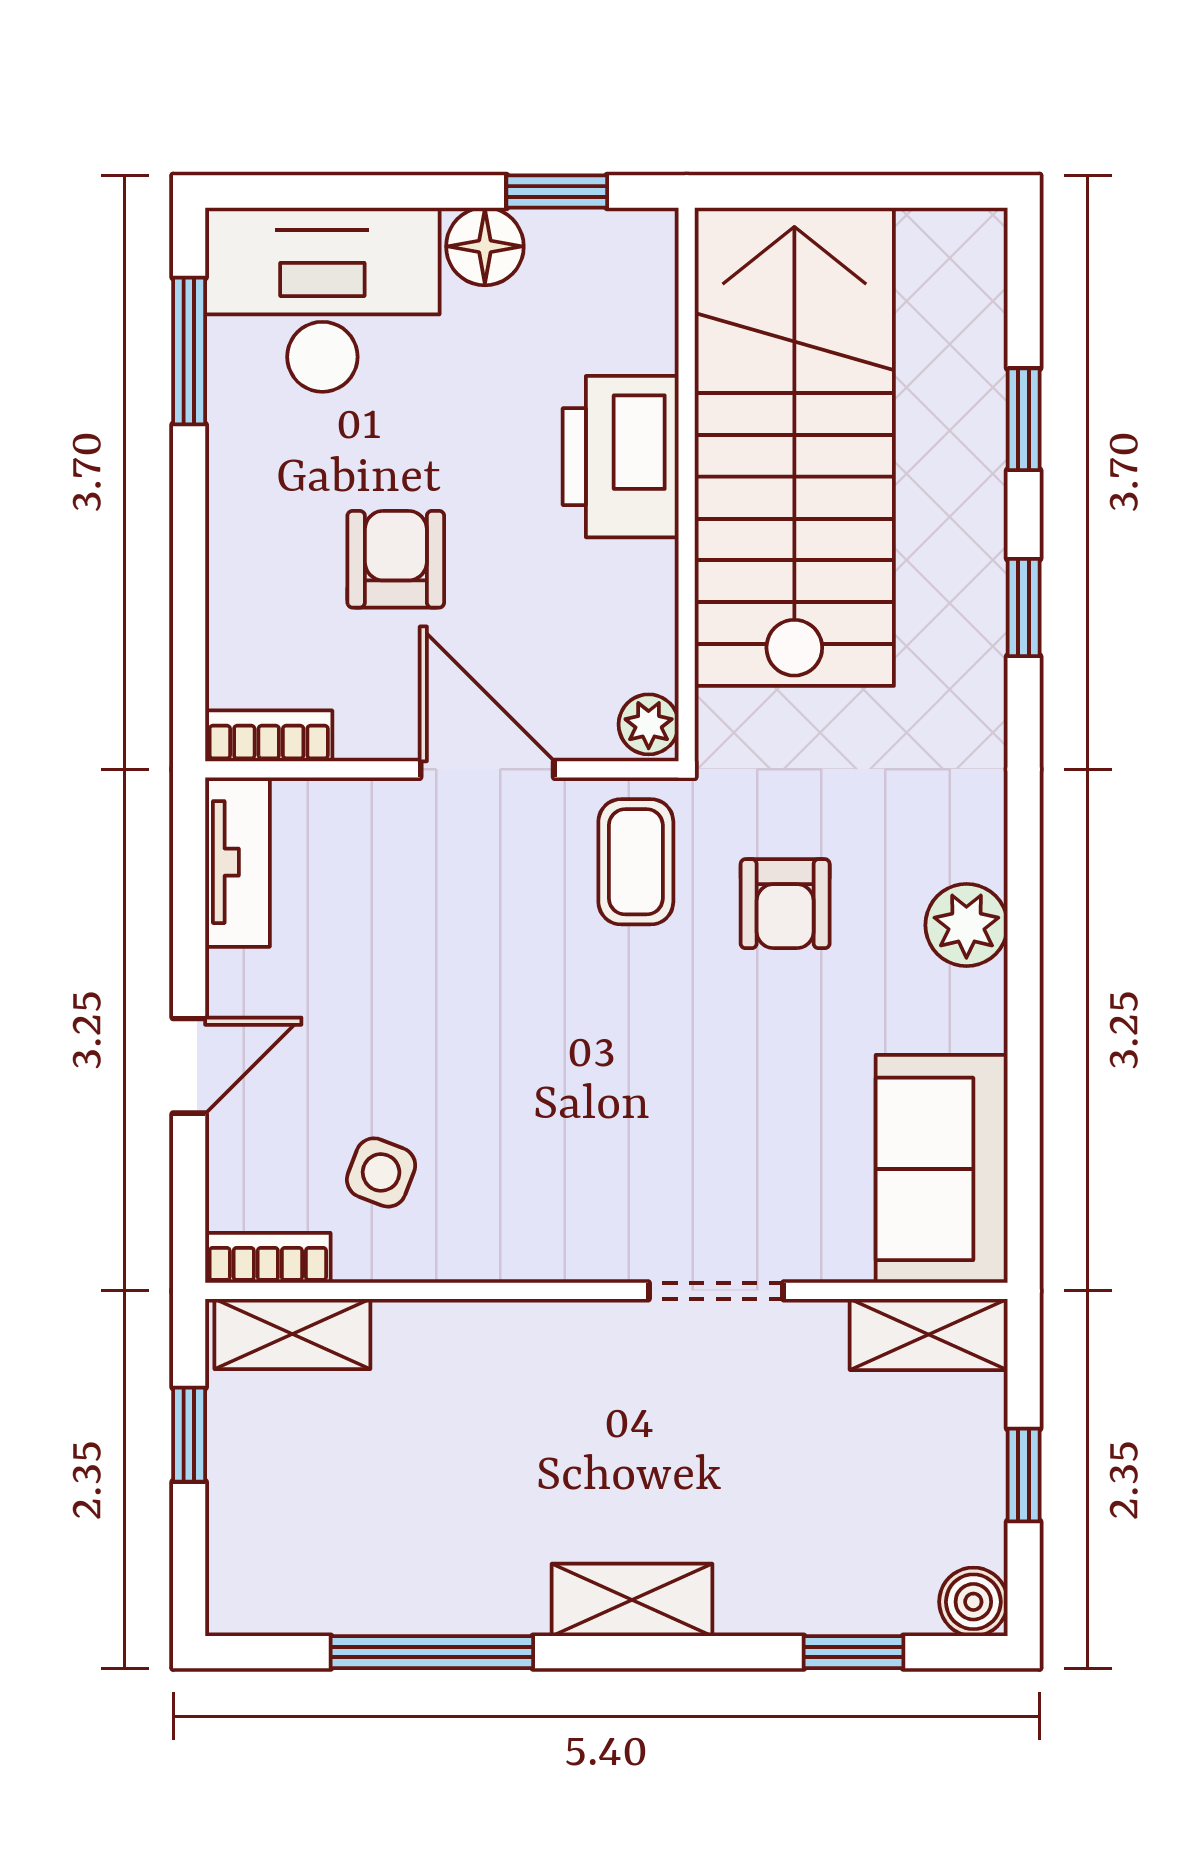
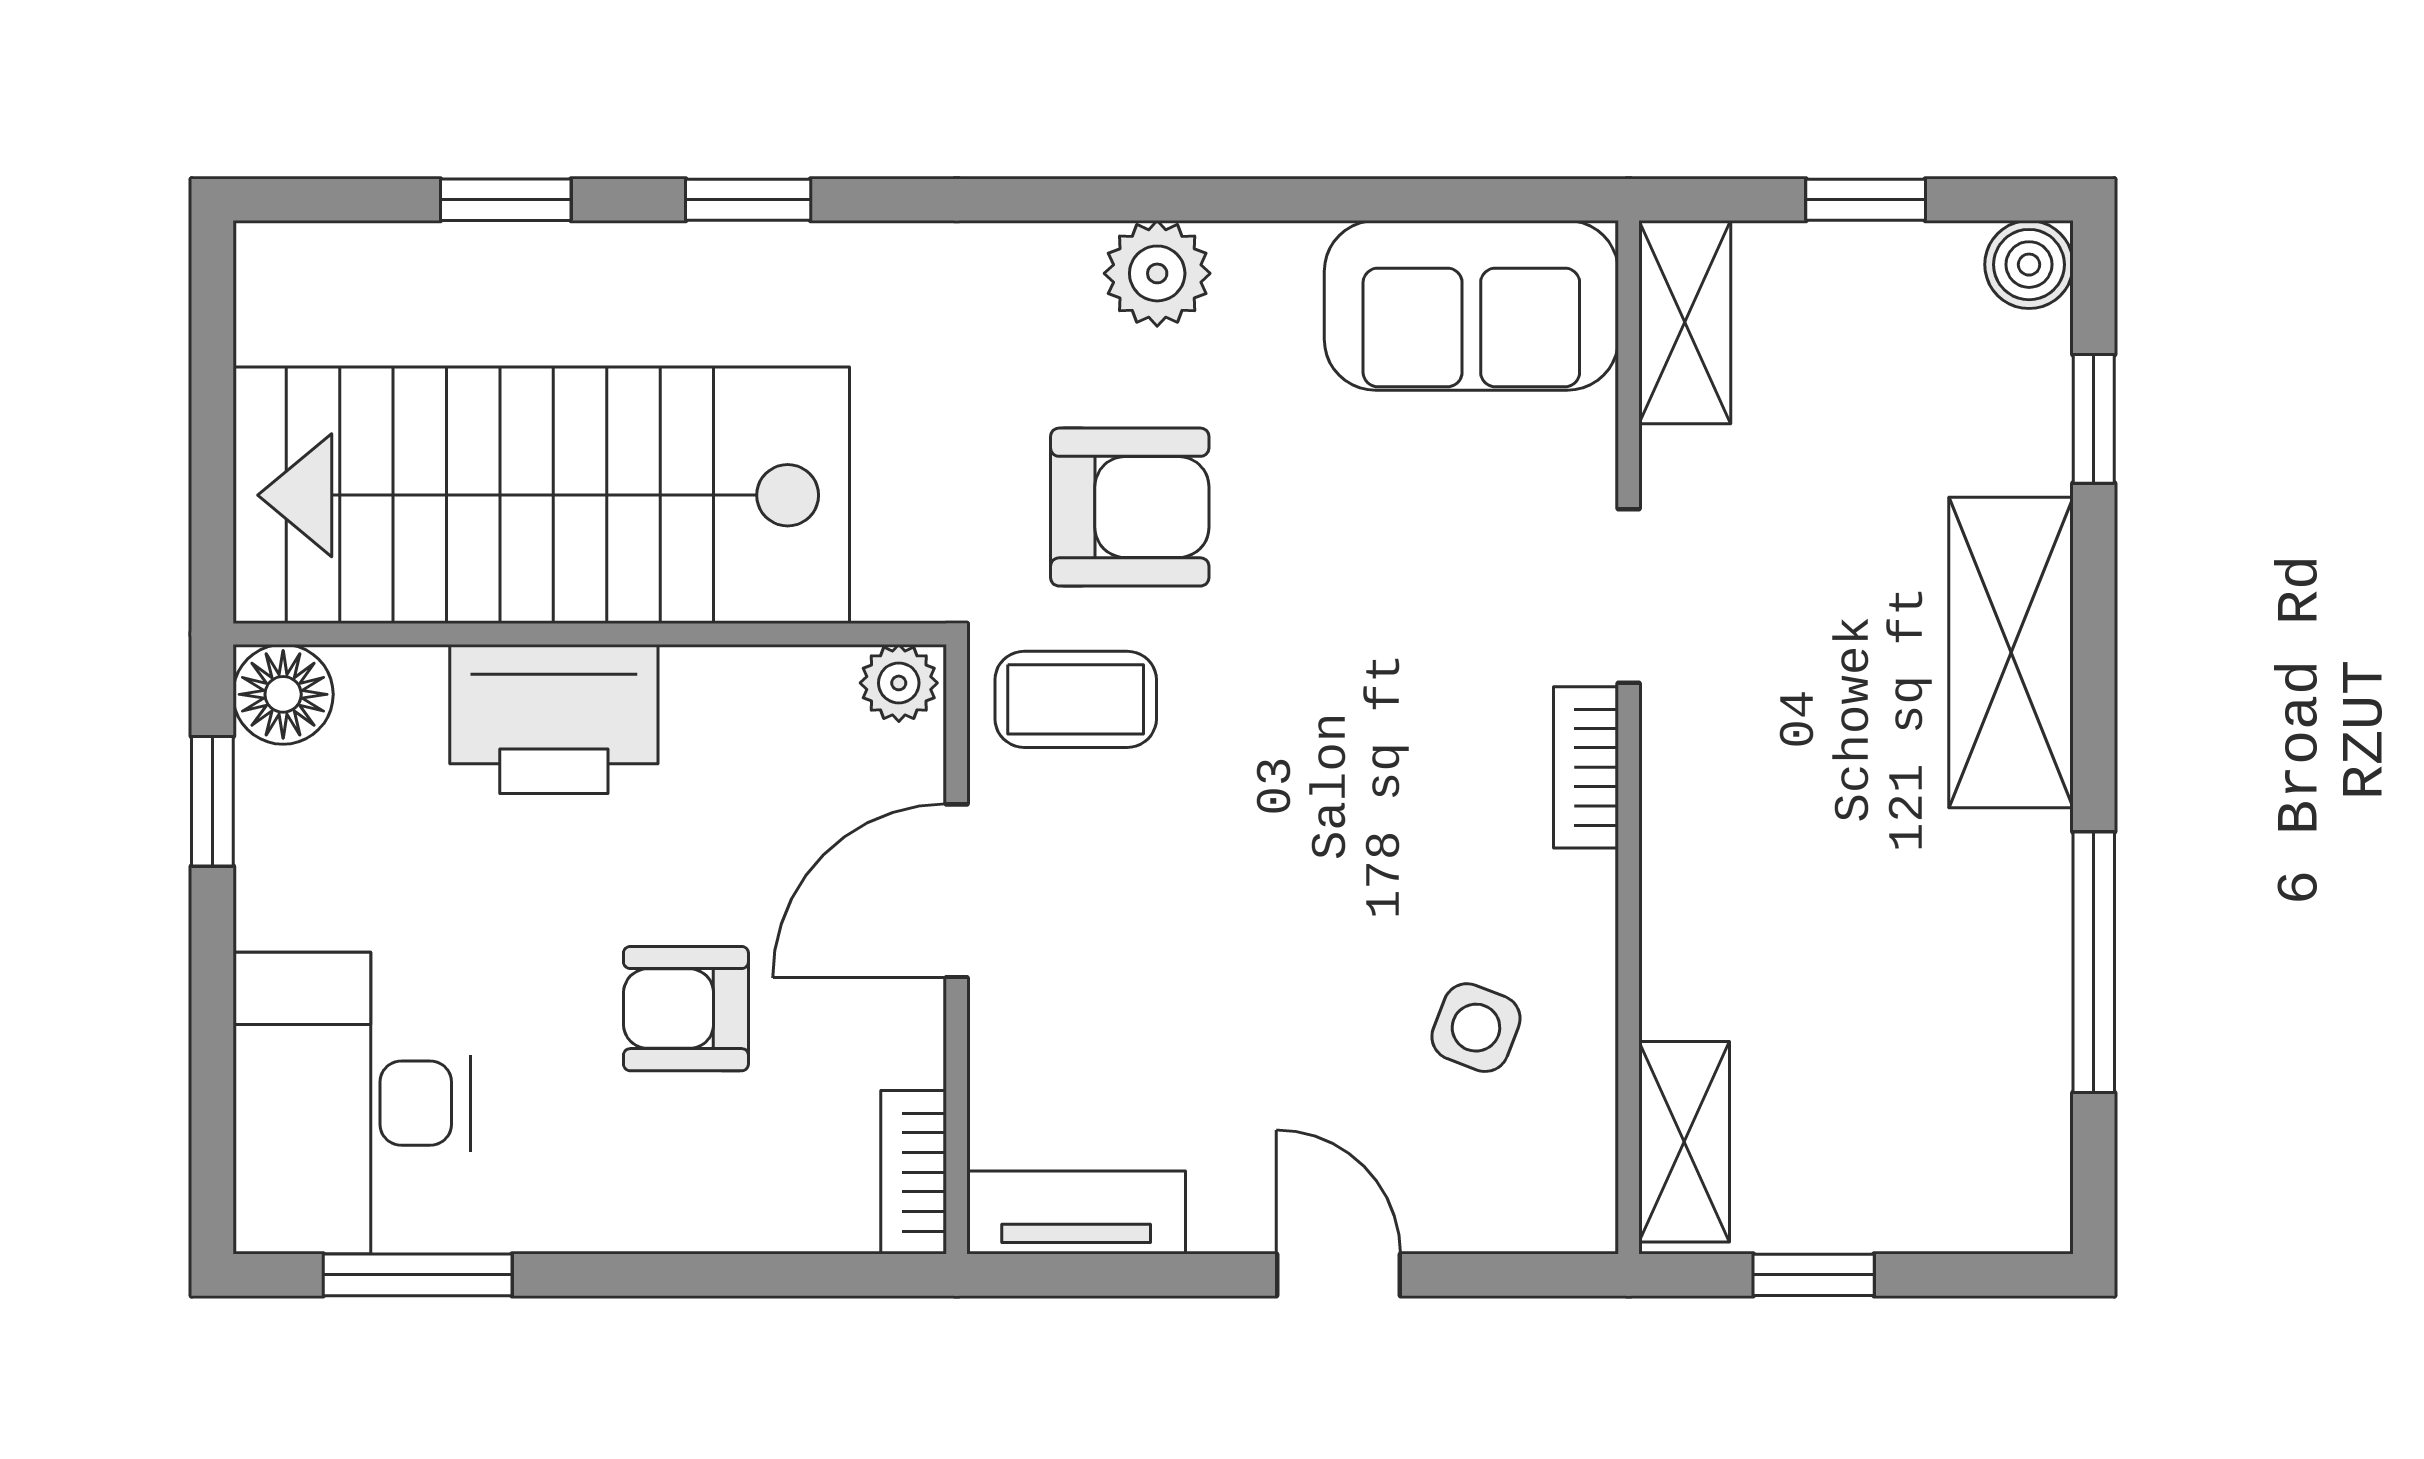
floor lamp: (485, 246) -> (283, 694), moved
armchair: (785, 904) -> (1130, 507), width x1.38, depth x1.38
bookcase: (268, 1258) -> (1586, 767), moved
shelving: (632, 1600) -> (2011, 653), width x1.50, depth x1.33

